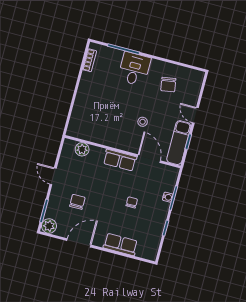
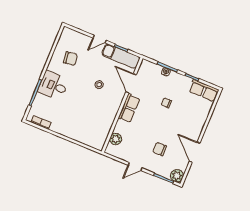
door: (149, 159) -> (131, 83), hinge flipped
row of seats: (120, 244) -> (204, 90), moved, turned -90

